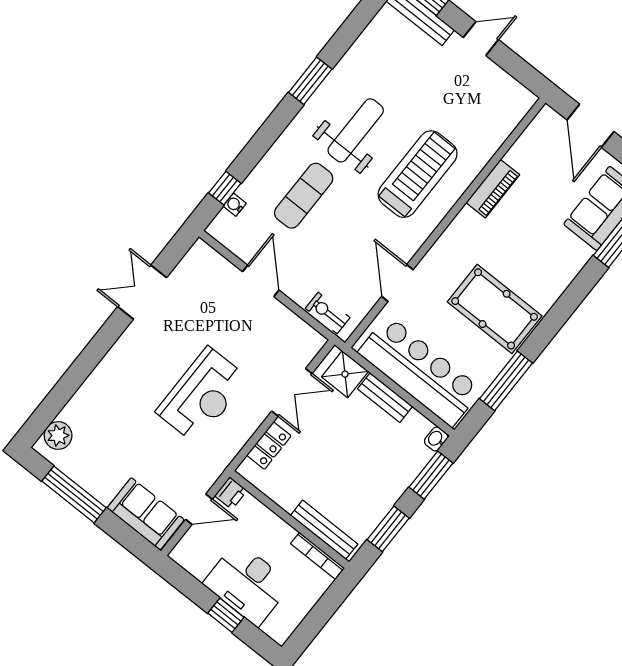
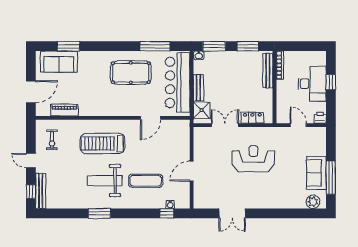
piano: (493, 189) -> (64, 110), moved
pool table: (495, 309) -> (131, 73), turned 90
exercise bike: (328, 313) -> (52, 140), moved
printer: (231, 493) -> (320, 118), moved
sofa: (146, 514) -> (316, 173), moved

